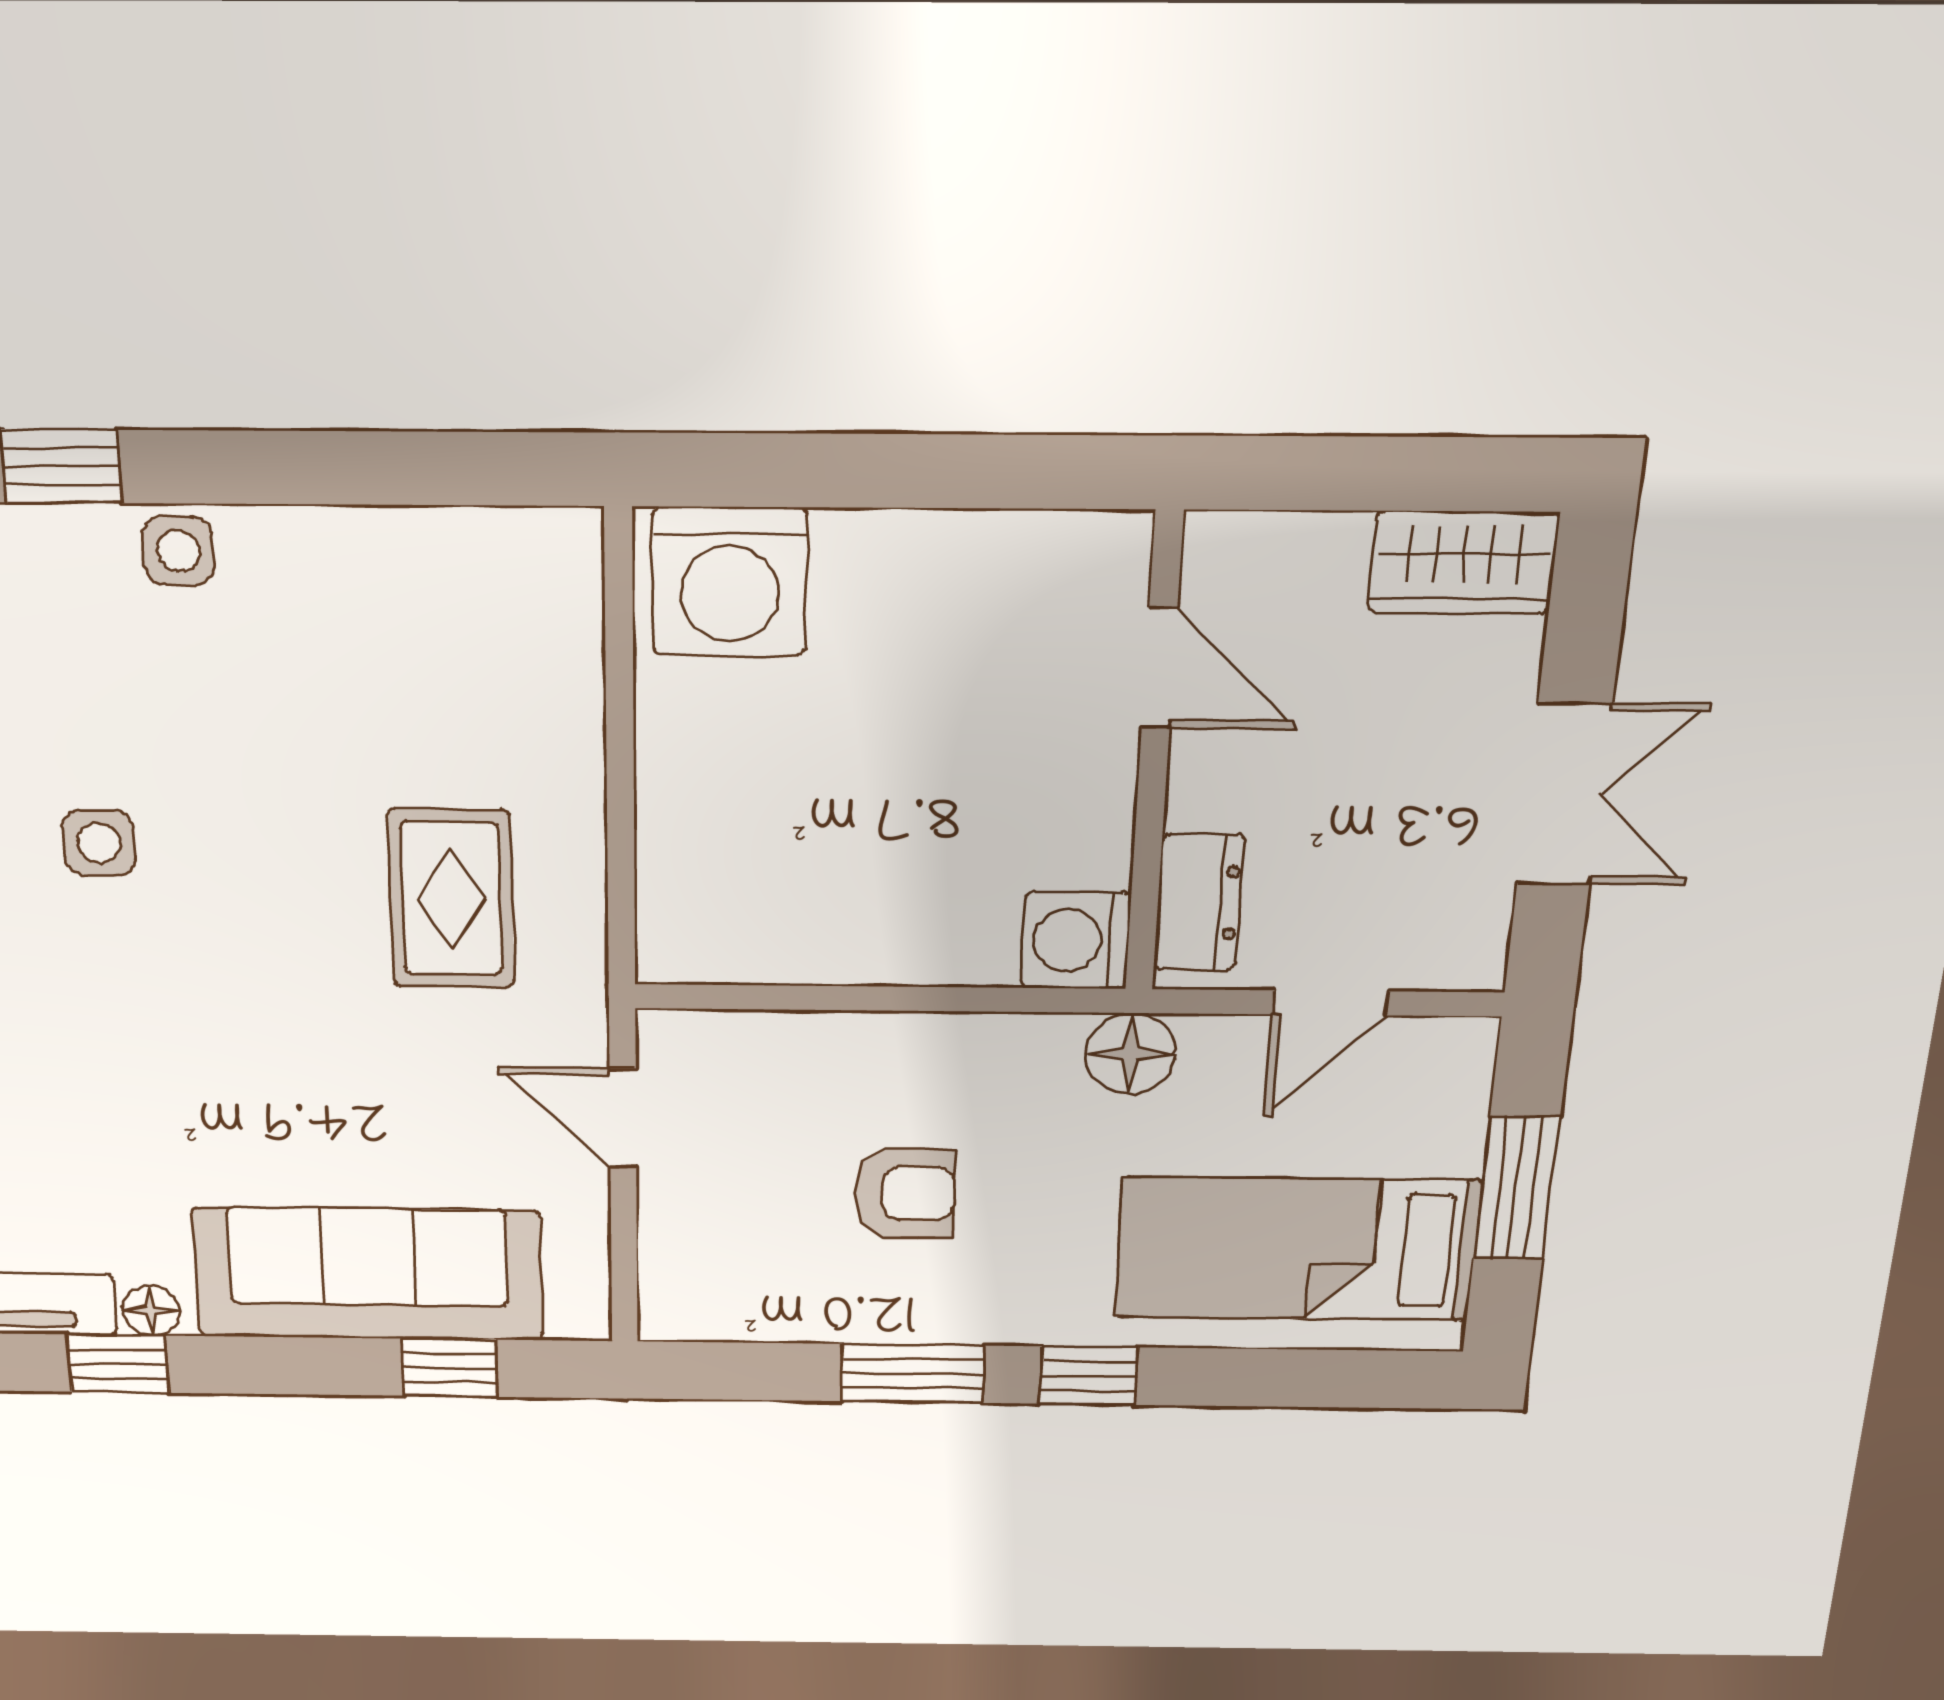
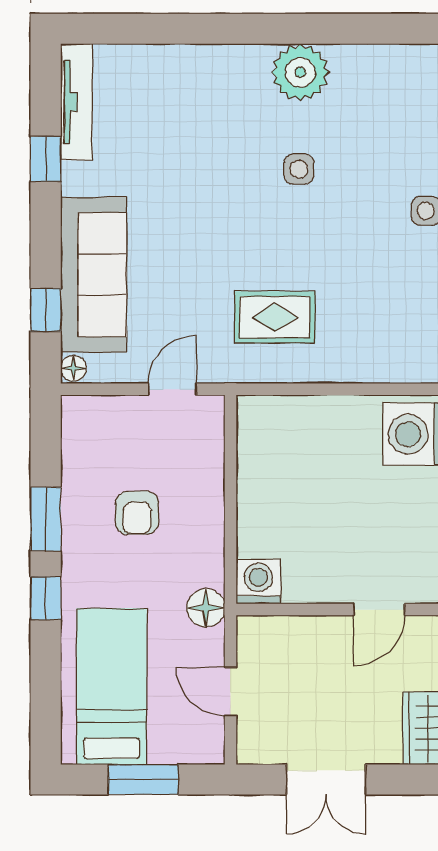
dresser: (1199, 902) -> (276, 632), removed
floor lamp: (151, 1311) -> (74, 368), moved

